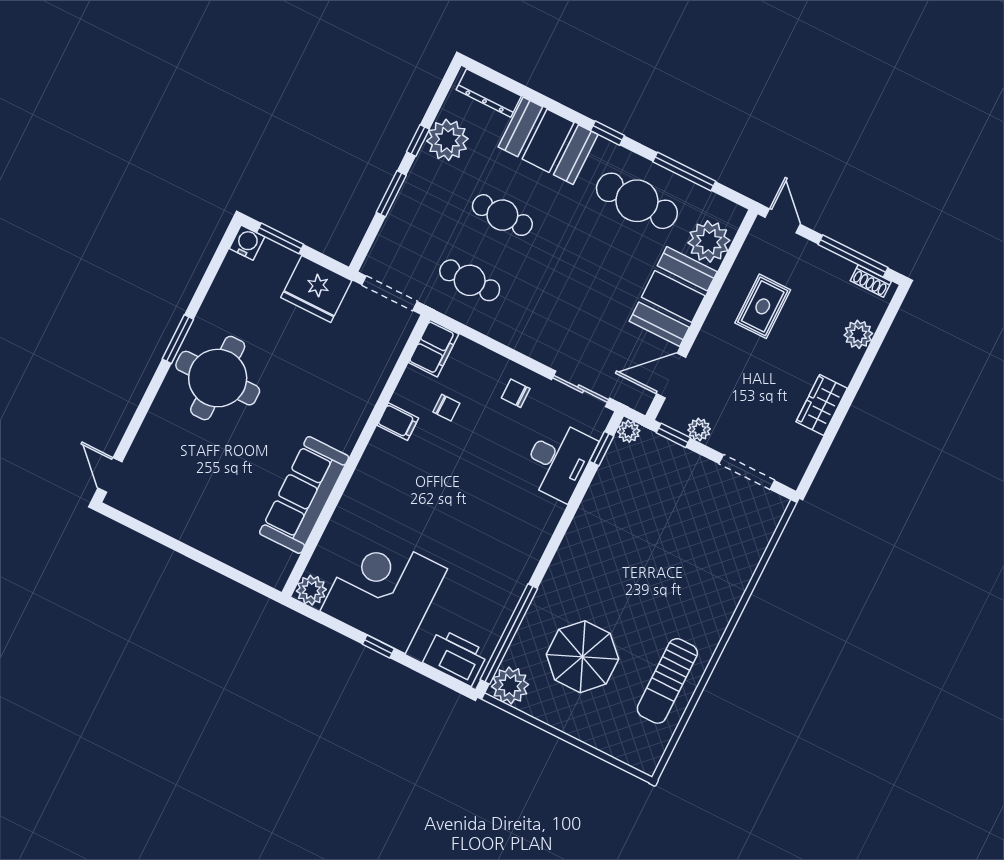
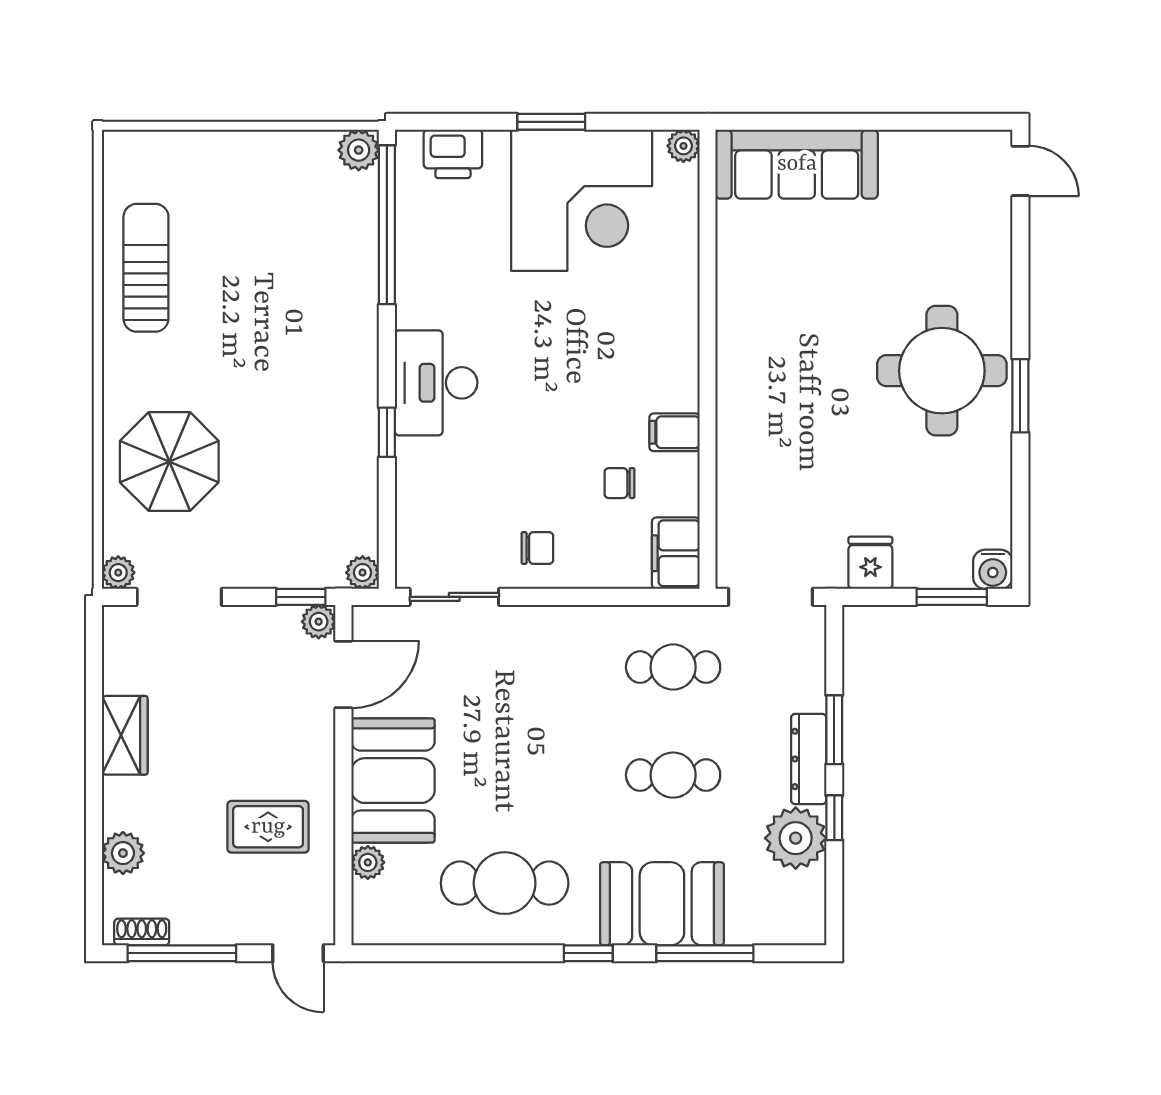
dresser: (489, 93) -> (809, 759), moved, turned -90
window: (684, 172) -> (705, 953), moved
plant: (709, 242) -> (368, 862), width x0.53, depth x0.53
fridge: (316, 289) -> (870, 563), width x0.53, depth x0.75
rug: (763, 306) -> (268, 827), turned 90
plant: (699, 430) -> (319, 622), moved
window: (602, 449) -> (387, 432), moved
desk: (559, 461) -> (436, 383), moved
sofa: (304, 495) -> (797, 164), moved, turned 90
plant: (776, 505) -> (118, 573), added
plant: (311, 590) -> (683, 146), width x0.73, depth x0.73
window: (378, 647) -> (551, 122), width x1.50
printer: (455, 657) -> (453, 154), width x0.73, depth x0.84
parasol: (582, 657) -> (169, 462), moved
plant: (510, 685) -> (359, 150), width x0.73, depth x0.73

